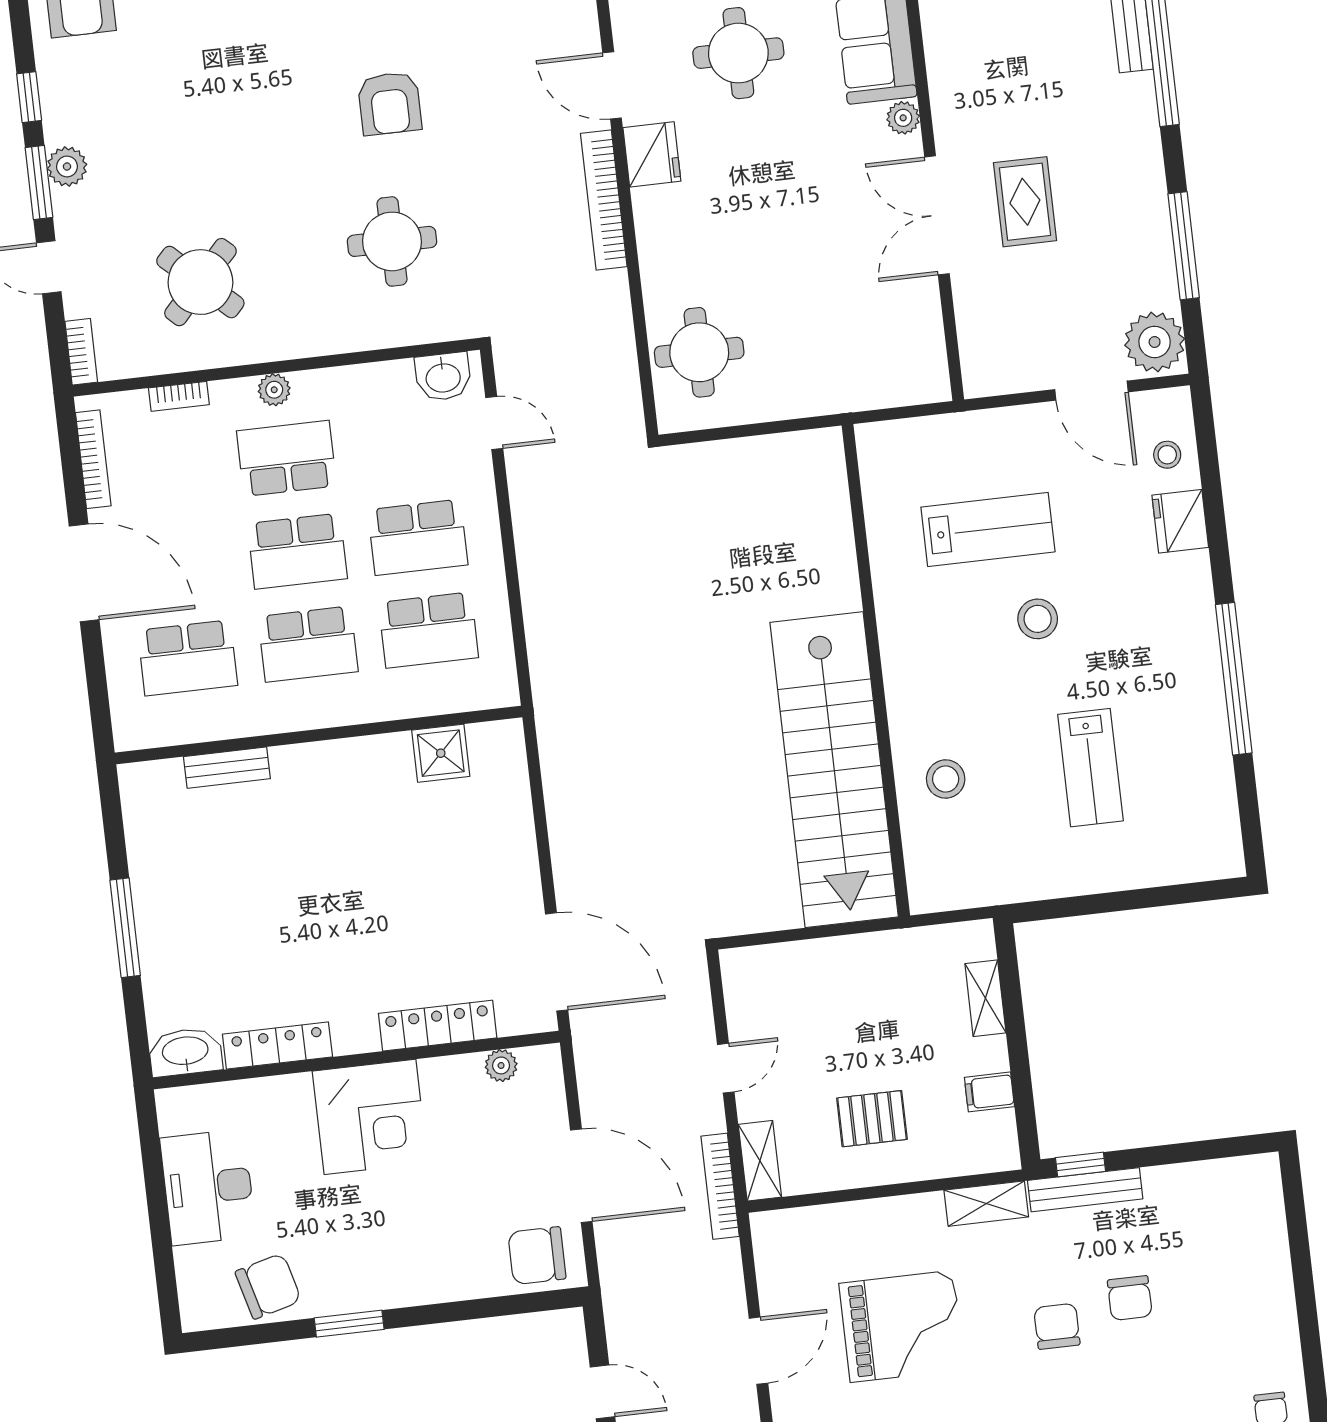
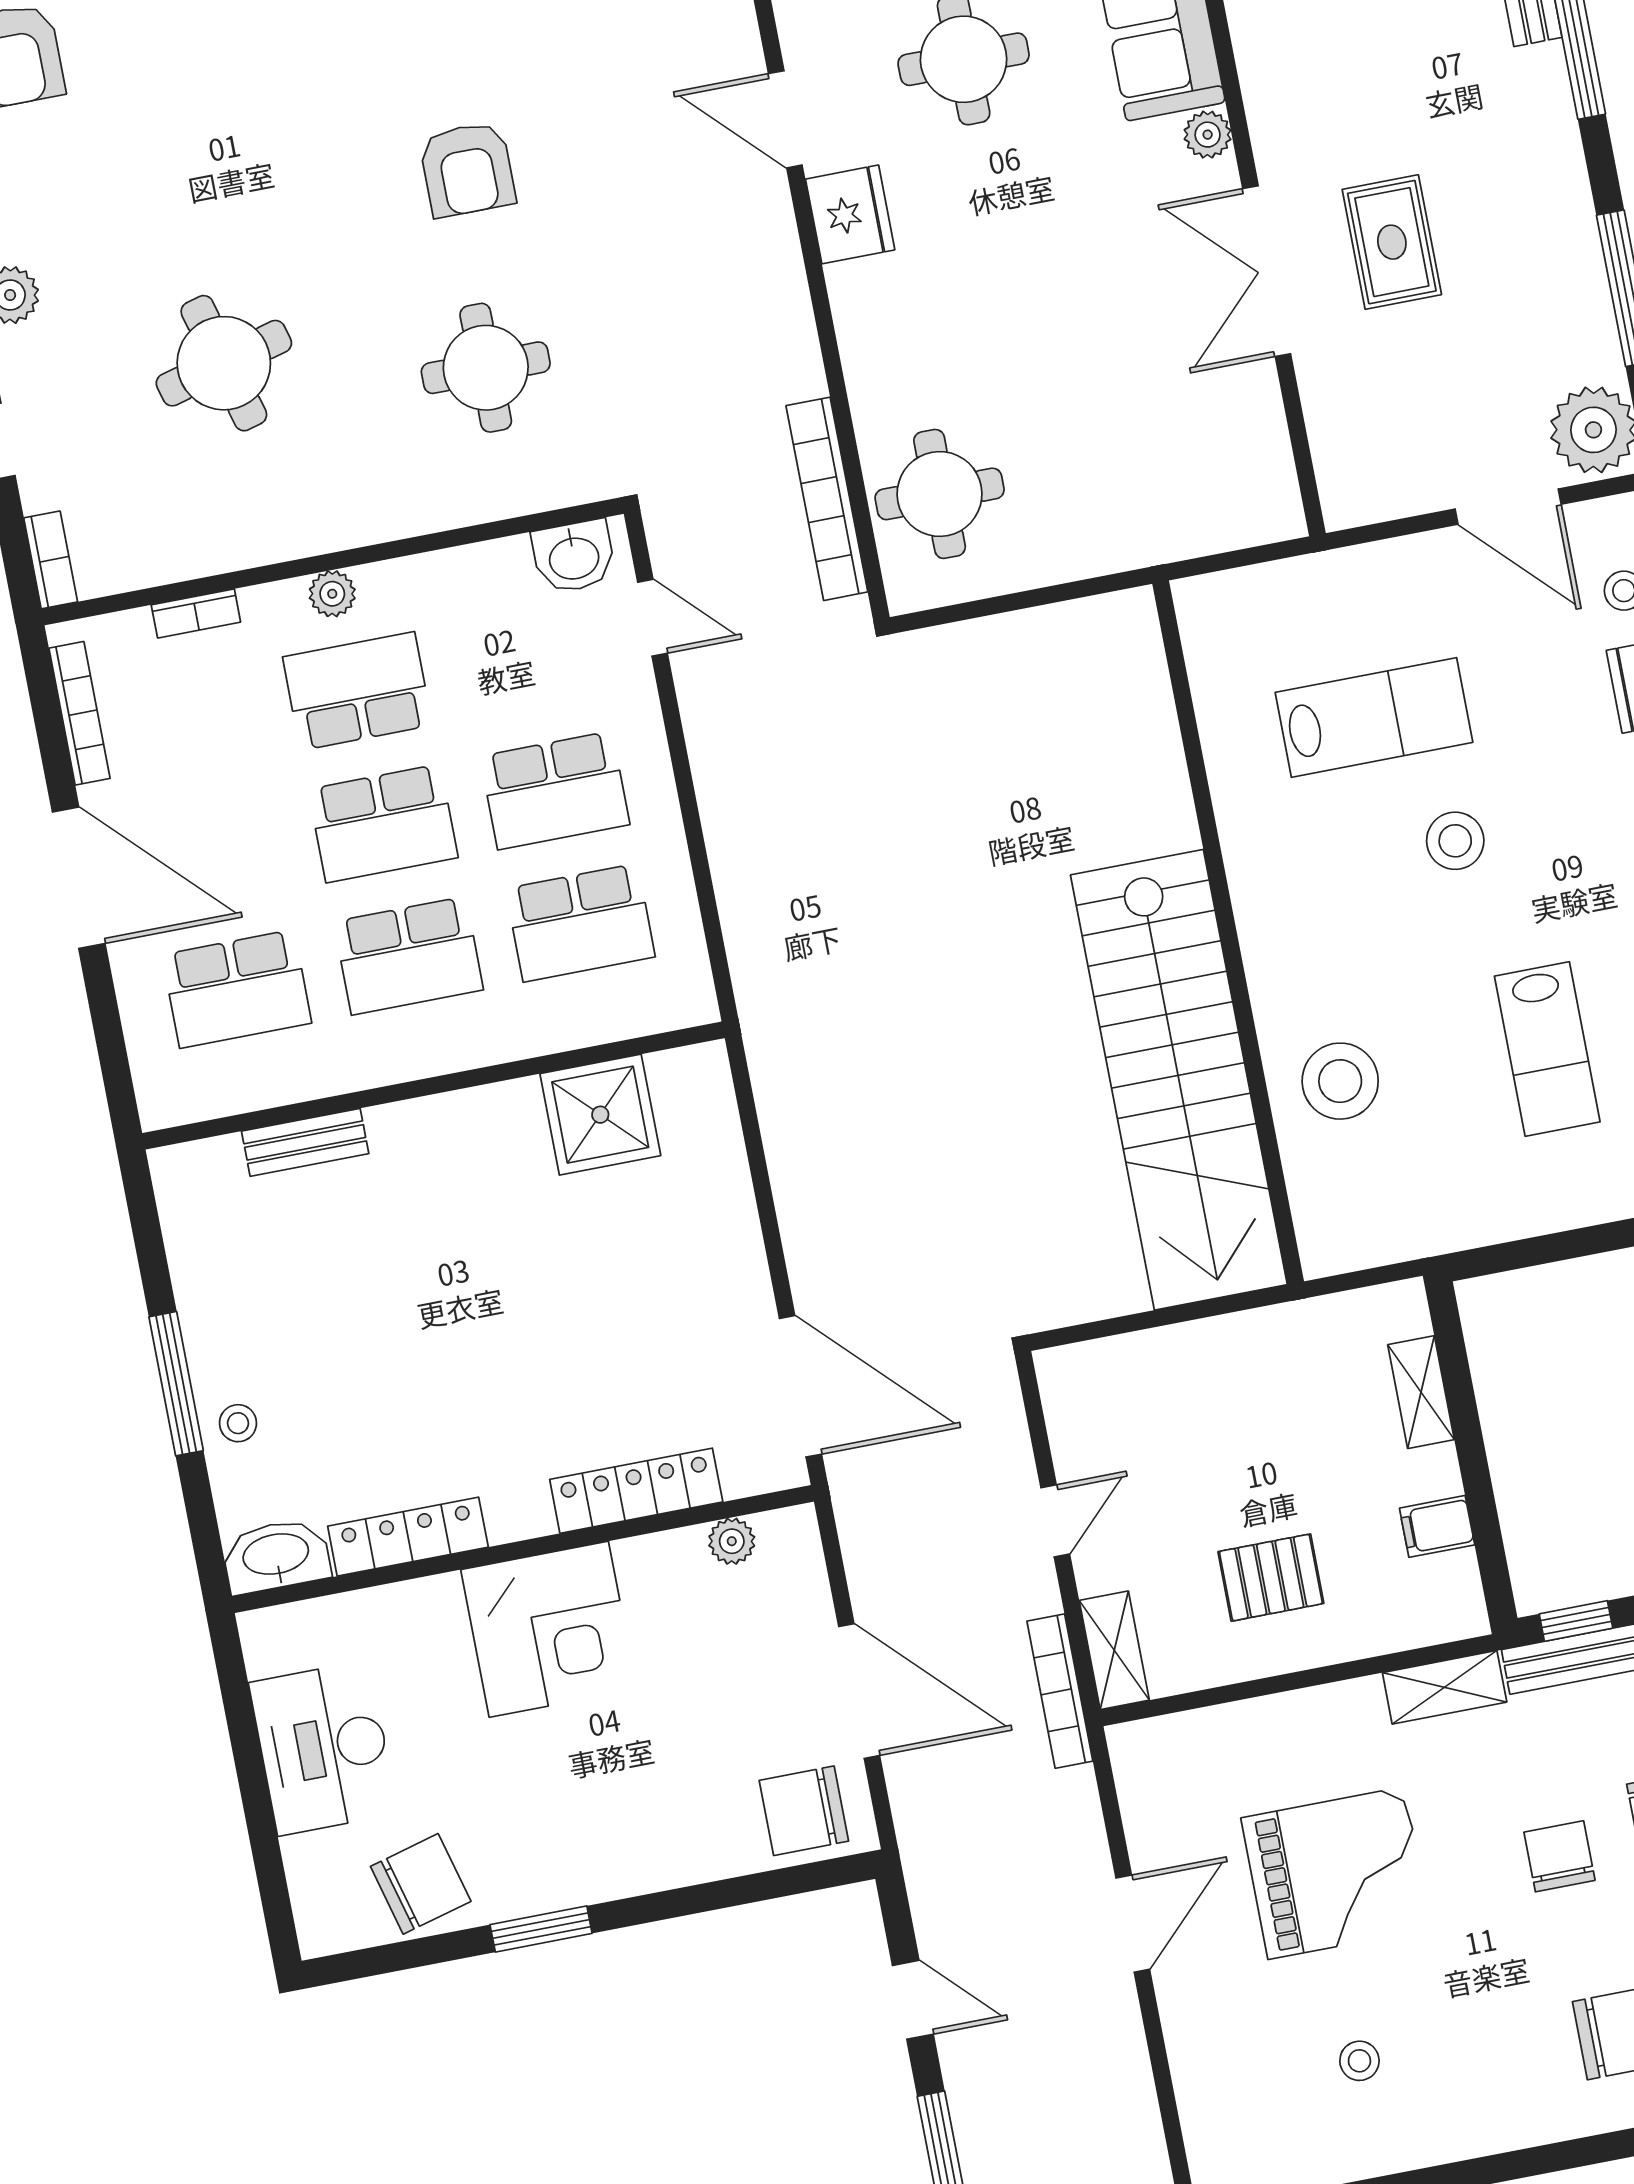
bookcase: (604, 200) -> (827, 499), moved
round table: (200, 282) -> (224, 363), moved, turned 32
shower: (441, 753) -> (600, 1115), width x1.36, depth x1.36
stool: (946, 779) -> (1340, 1081), width x1.38, depth x1.38
stool: (166, 958) -> (238, 1423), added

